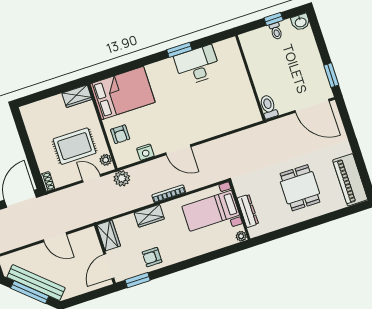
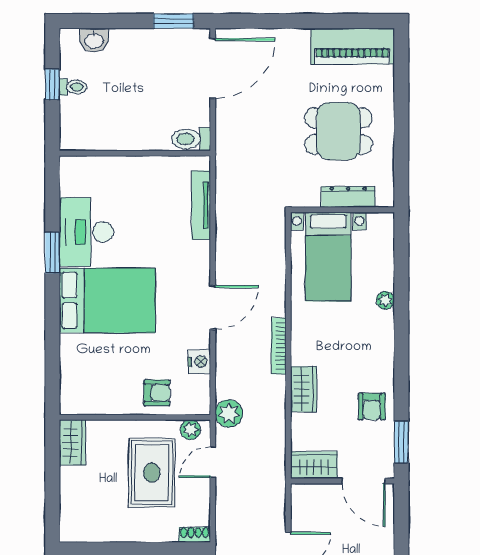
washbasin: (301, 22) -> (94, 40), moved, turned 90
bed: (123, 93) -> (107, 300), moved, turned 90
tv unit: (233, 124) -> (201, 205), added
wall: (240, 210) -> (342, 210), moved
bed with nightstands: (211, 211) -> (328, 257), moved
dresser: (248, 211) -> (348, 197), moved
plant: (241, 236) -> (385, 300), moved

